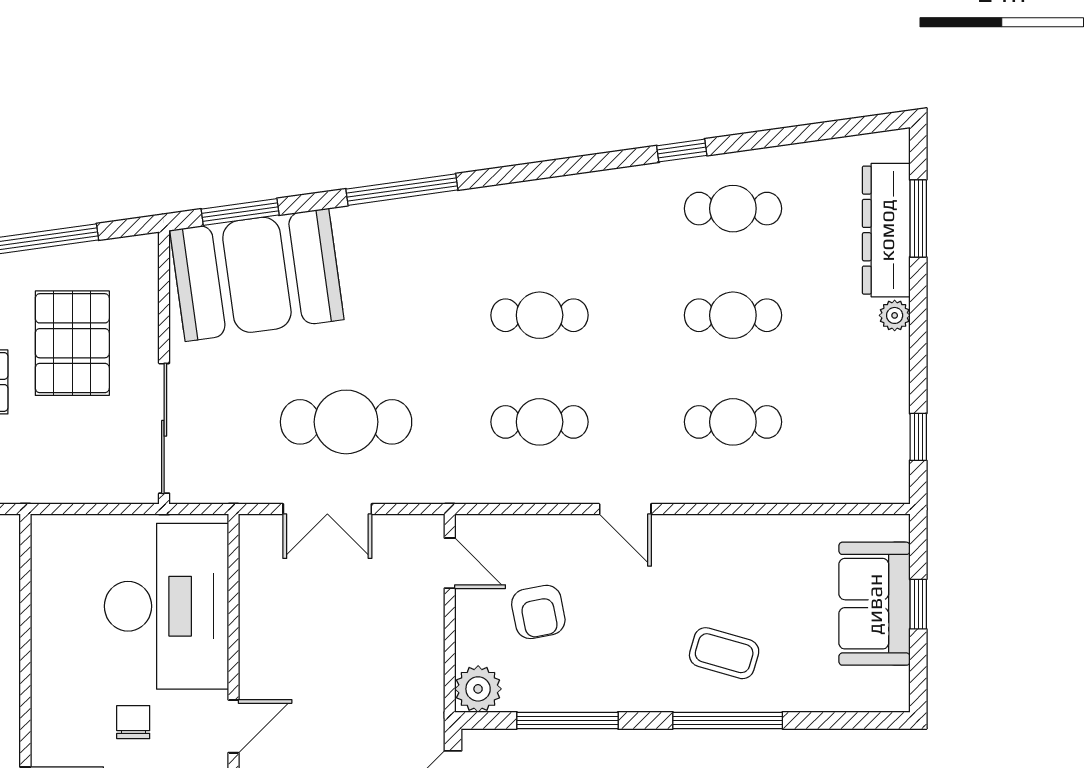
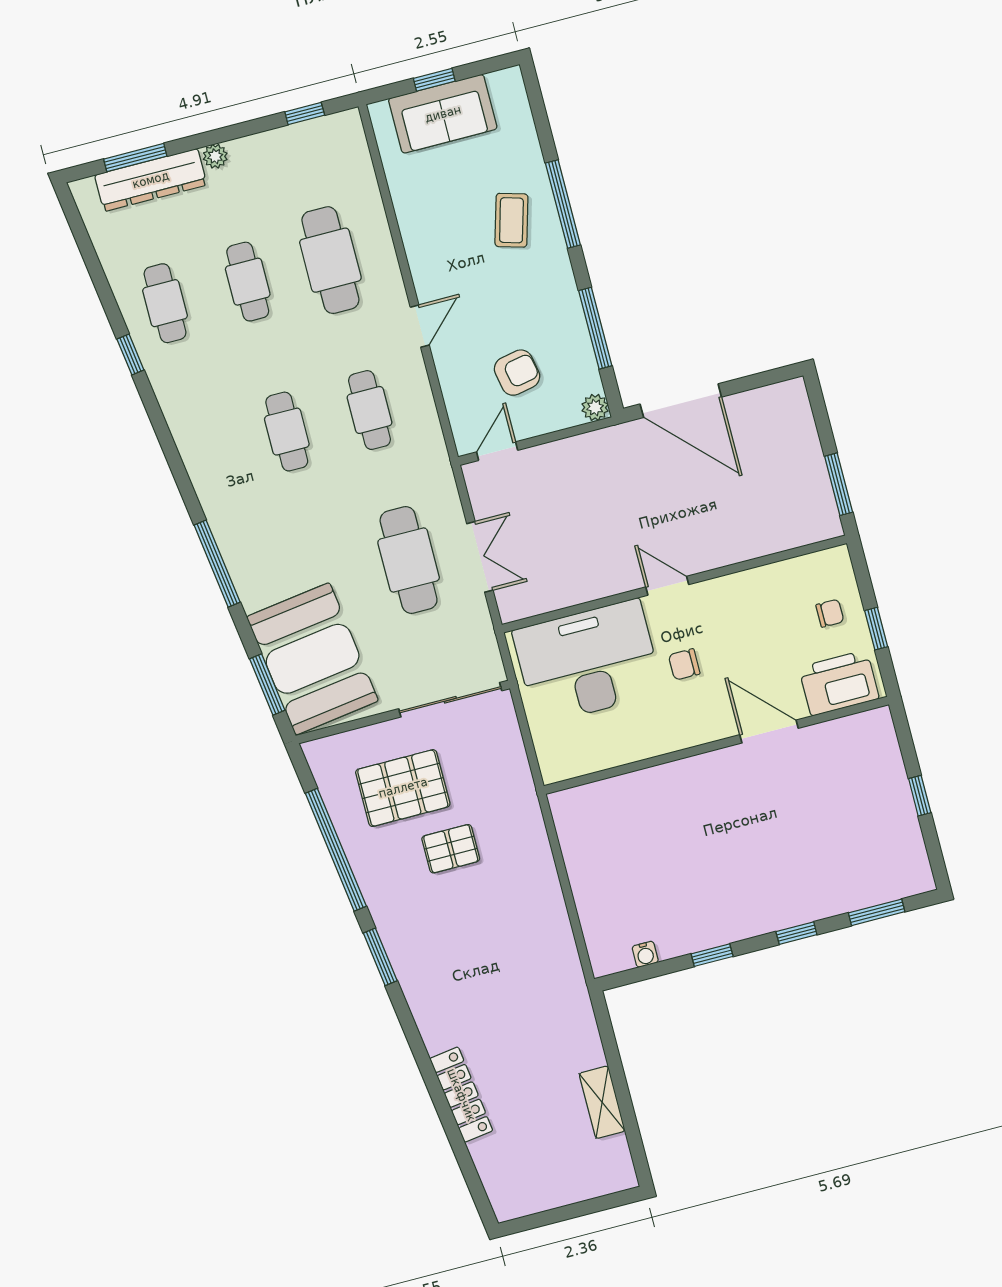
cafe table: (733, 422) -> (330, 260), width x1.37, depth x1.35
plant: (478, 689) -> (595, 407), width x0.73, depth x0.73

